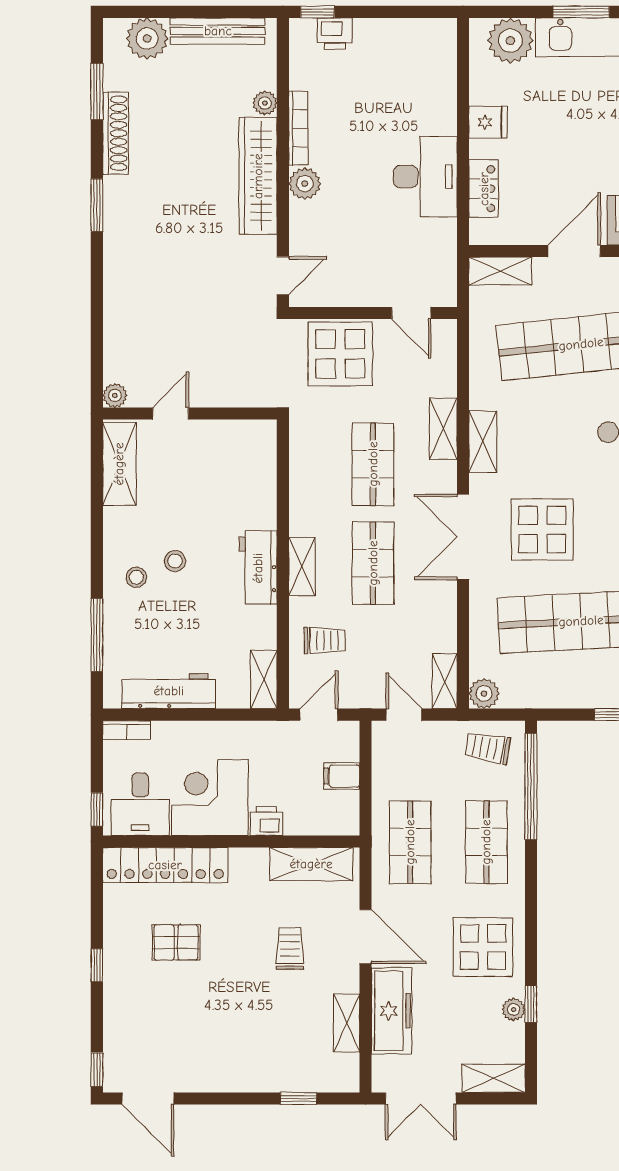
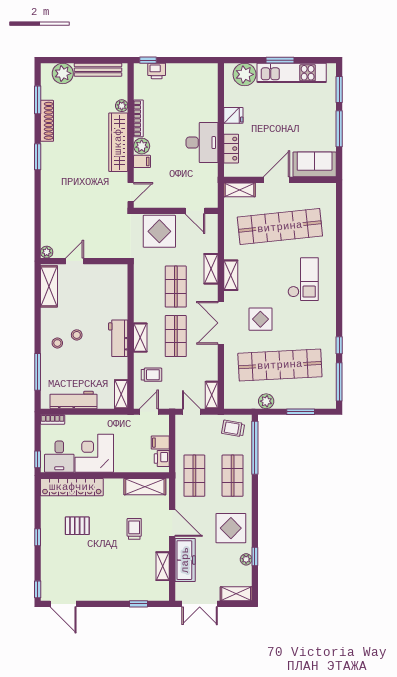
filing cabinet: (305, 214) -> (142, 161), added
display table: (542, 530) -> (260, 319), width x0.73, depth x0.73
plant: (484, 694) -> (266, 401), moved
printer: (267, 821) -> (162, 459), moved, turned -90

